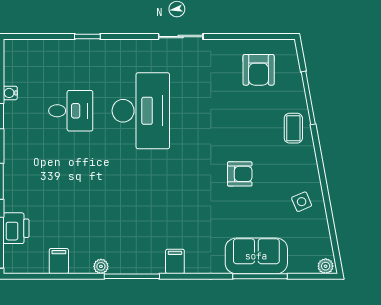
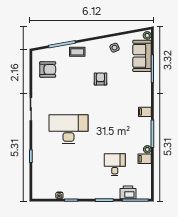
desk: (71, 111) -> (115, 165), moved
sofa: (256, 256) -> (142, 56), moved
filing cabinet: (59, 261) -> (145, 159), moved

